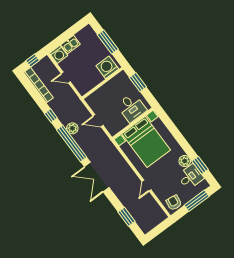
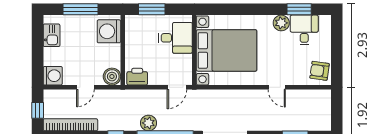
kitchen sink: (70, 44) -> (52, 35), moved
boiler: (83, 88) -> (112, 77), added
printer: (94, 102) -> (137, 77), added
door: (98, 121) -> (177, 87), moved
window: (197, 201) -> (337, 43), removed

